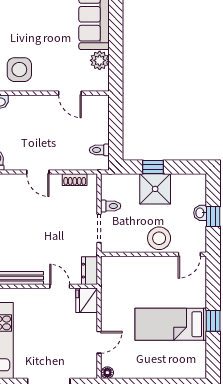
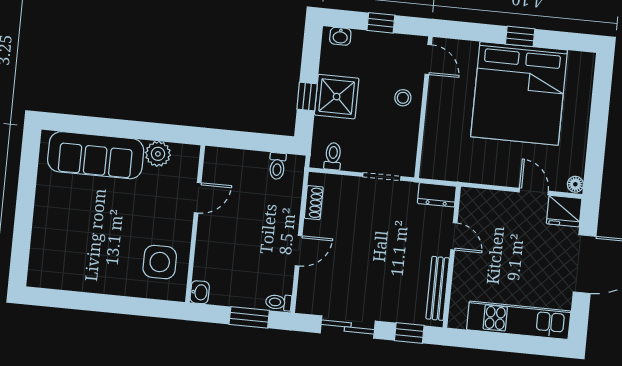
toilet: (111, 206) -> (333, 156), moved
washbasin: (200, 213) -> (340, 36), moved
stool: (159, 238) -> (403, 98), width x0.53, depth x0.53
door: (60, 286) -> (454, 236), swing flipped
fridge: (87, 300) -> (564, 211), moved
bed: (171, 324) -> (519, 93), width x2.04

